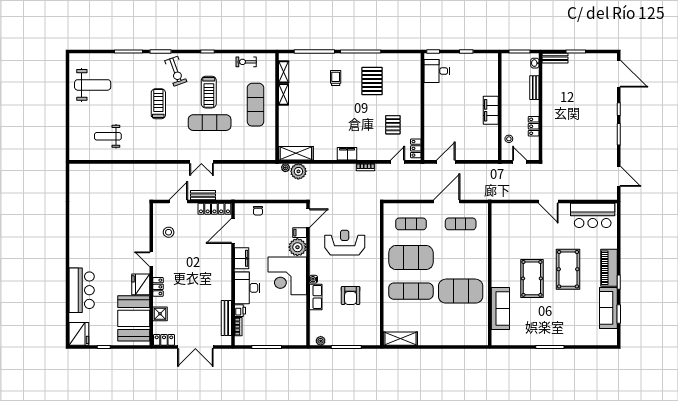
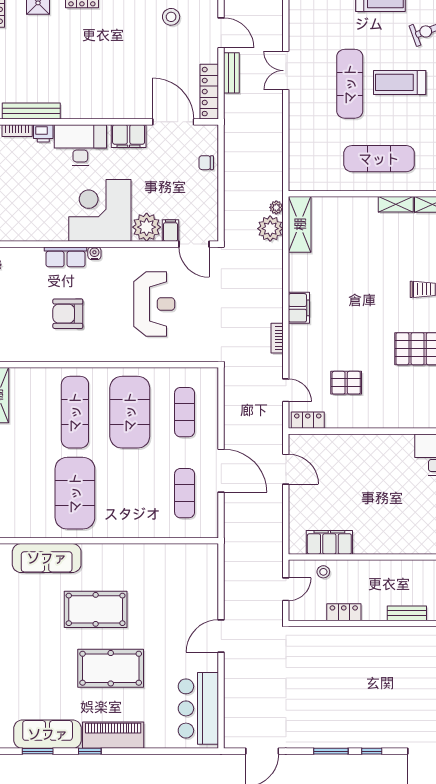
filing cabinet: (491, 110) -> (329, 542), moved

